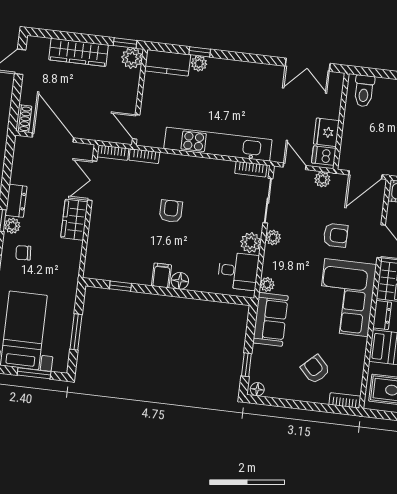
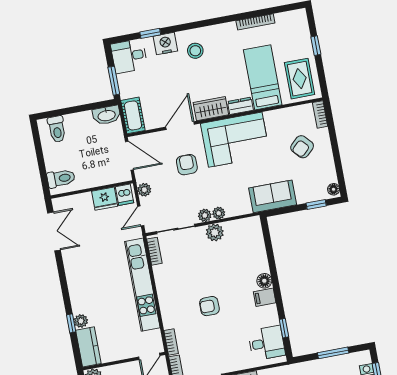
desk: (238, 271) -> (267, 343), moved, turned 90
plant: (267, 284) -> (219, 213), moved

